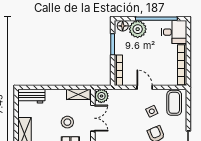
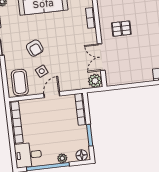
plant: (138, 29) -> (62, 158), width x0.53, depth x0.53
door: (145, 87) -> (52, 95), swing flipped
shelving: (78, 94) -> (119, 80), removed
stool: (67, 122) -> (127, 50), removed

